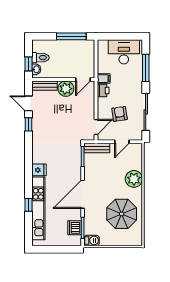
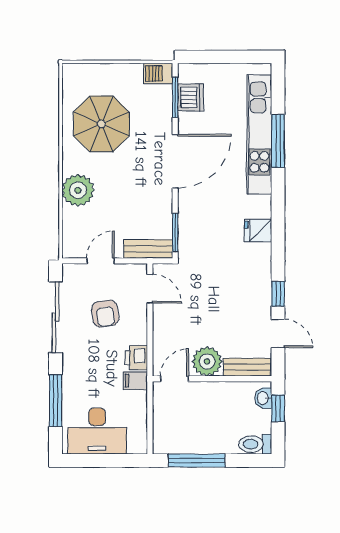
toilet: (40, 58) -> (255, 444), moved
door: (96, 127) -> (150, 289), swing flipped
fridge: (39, 170) -> (258, 231), moved
window: (28, 205) -> (278, 141), width x2.17

